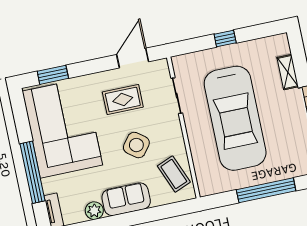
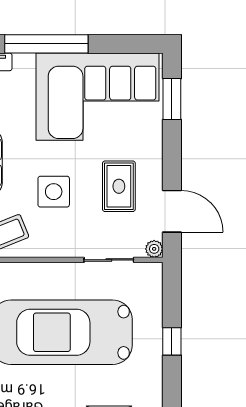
plant: (162, 65) -> (154, 249), added
side table: (136, 145) -> (54, 192), turned -37

